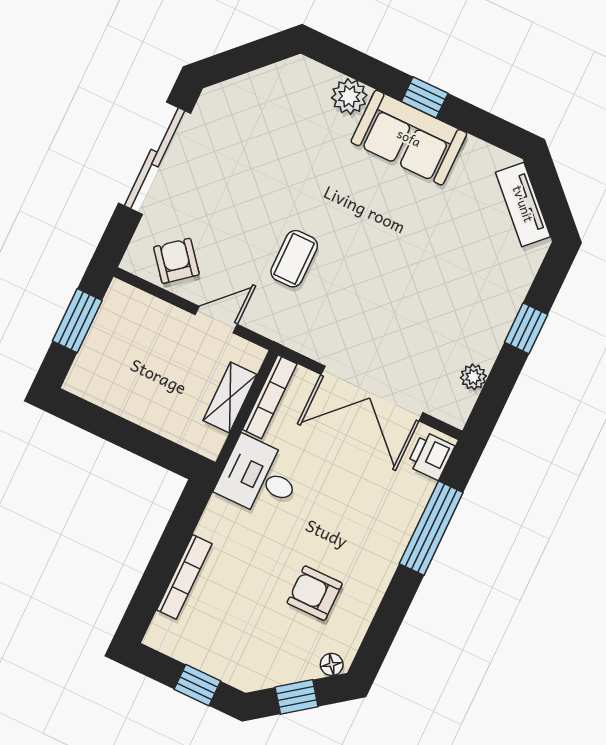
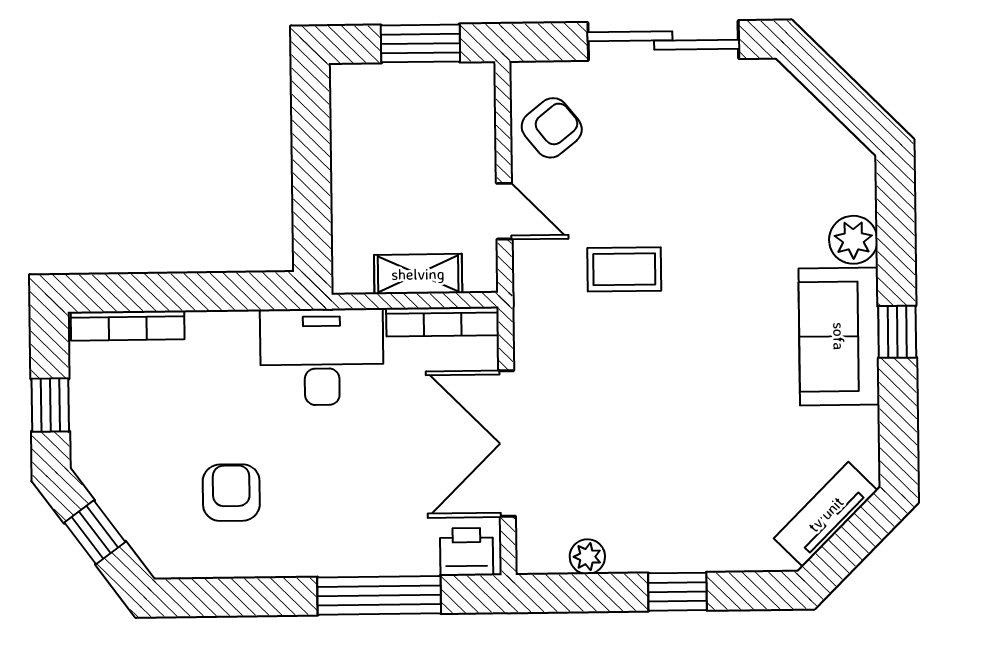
desk: (259, 477) -> (322, 357), width x1.37
bookcase: (184, 577) -> (128, 326), moved
floor lamp: (332, 664) -> (155, 556), removed

